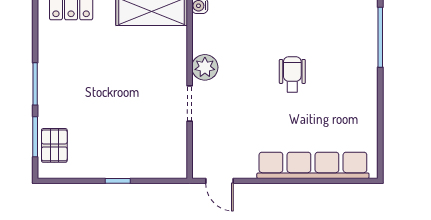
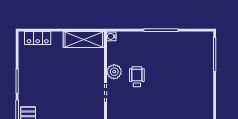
wheelchair: (292, 74) -> (137, 77), moved

